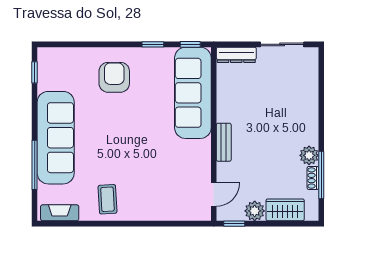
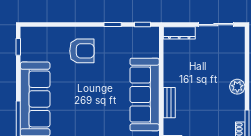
armchair: (114, 77) -> (82, 51), turned 90
sofa: (193, 93) -> (145, 94), moved
plant: (309, 155) -> (237, 87), moved

